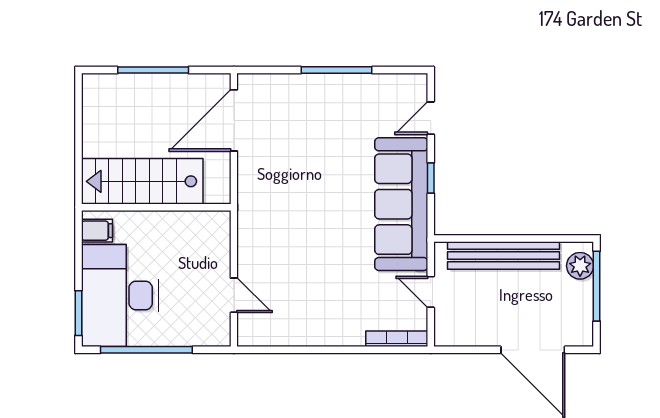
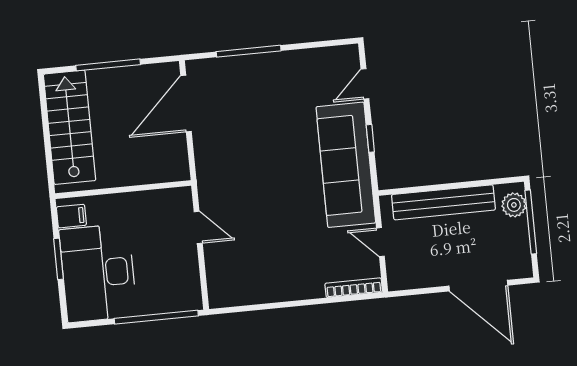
window: (336, 70) -> (249, 51), moved
stairs: (142, 181) -> (70, 127), moved, turned 90
door: (234, 295) -> (198, 227), moved
window: (78, 313) -> (59, 259), moved
window: (146, 350) -> (156, 317), moved

